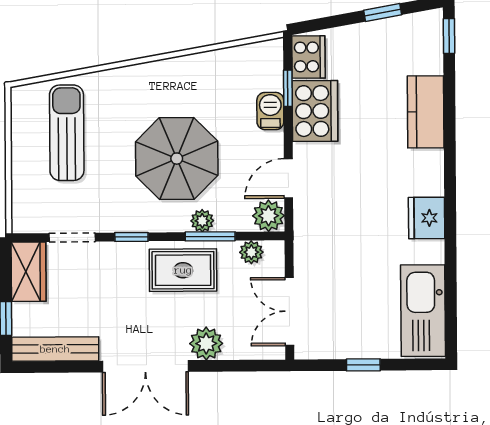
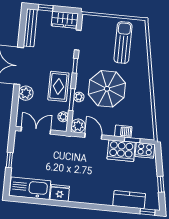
kitchen counter: (426, 112) -> (129, 200), moved
sun lounger: (67, 133) -> (123, 42), turned -90
fridge: (427, 218) -> (60, 193), moved

